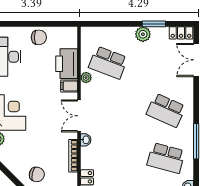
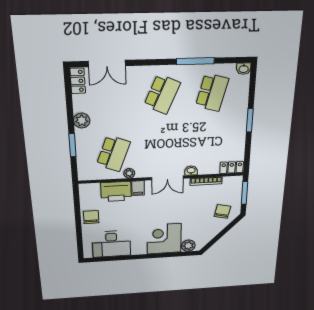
window: (154, 24) -> (72, 145), moved

